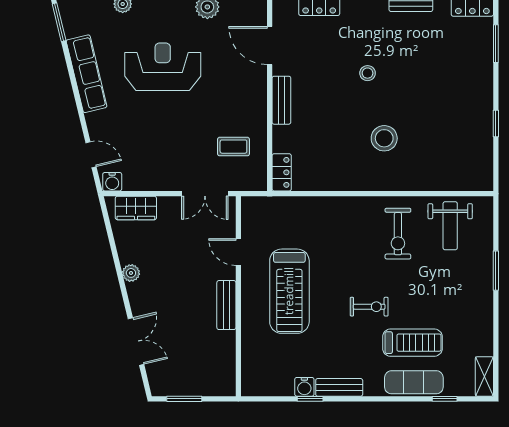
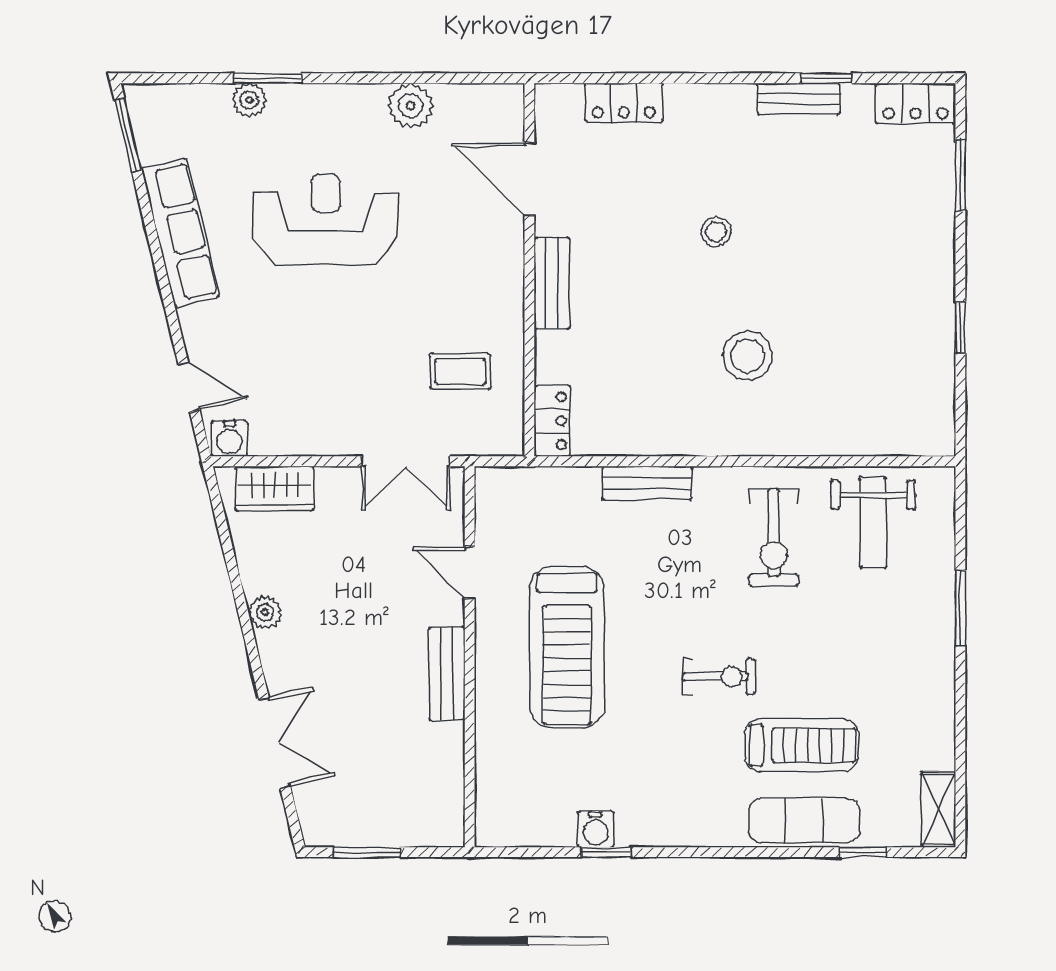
bench: (339, 387) -> (647, 483), moved

